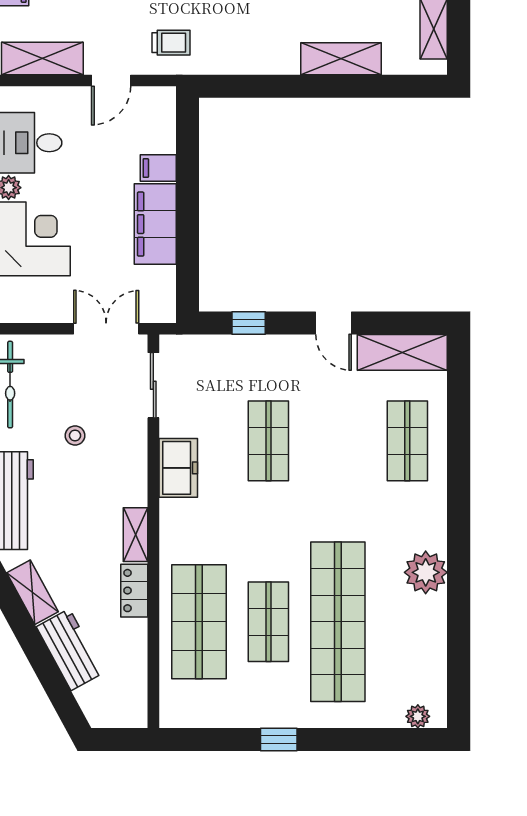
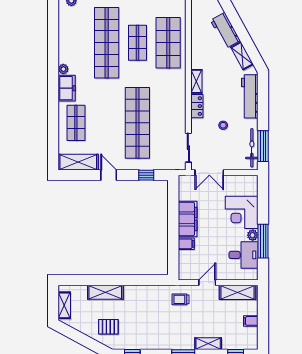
shop shelf: (268, 441) -> (137, 123), width x2.00, depth x1.36
freezer: (178, 468) -> (67, 88), moved, turned 180
plant: (426, 572) -> (63, 69), width x0.53, depth x0.53
locker: (134, 591) -> (197, 106), moved

